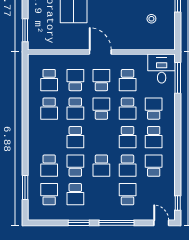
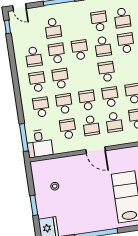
school desk: (101, 109) -> (87, 100), turned 180
school desk: (154, 109) -> (41, 107), turned 180

